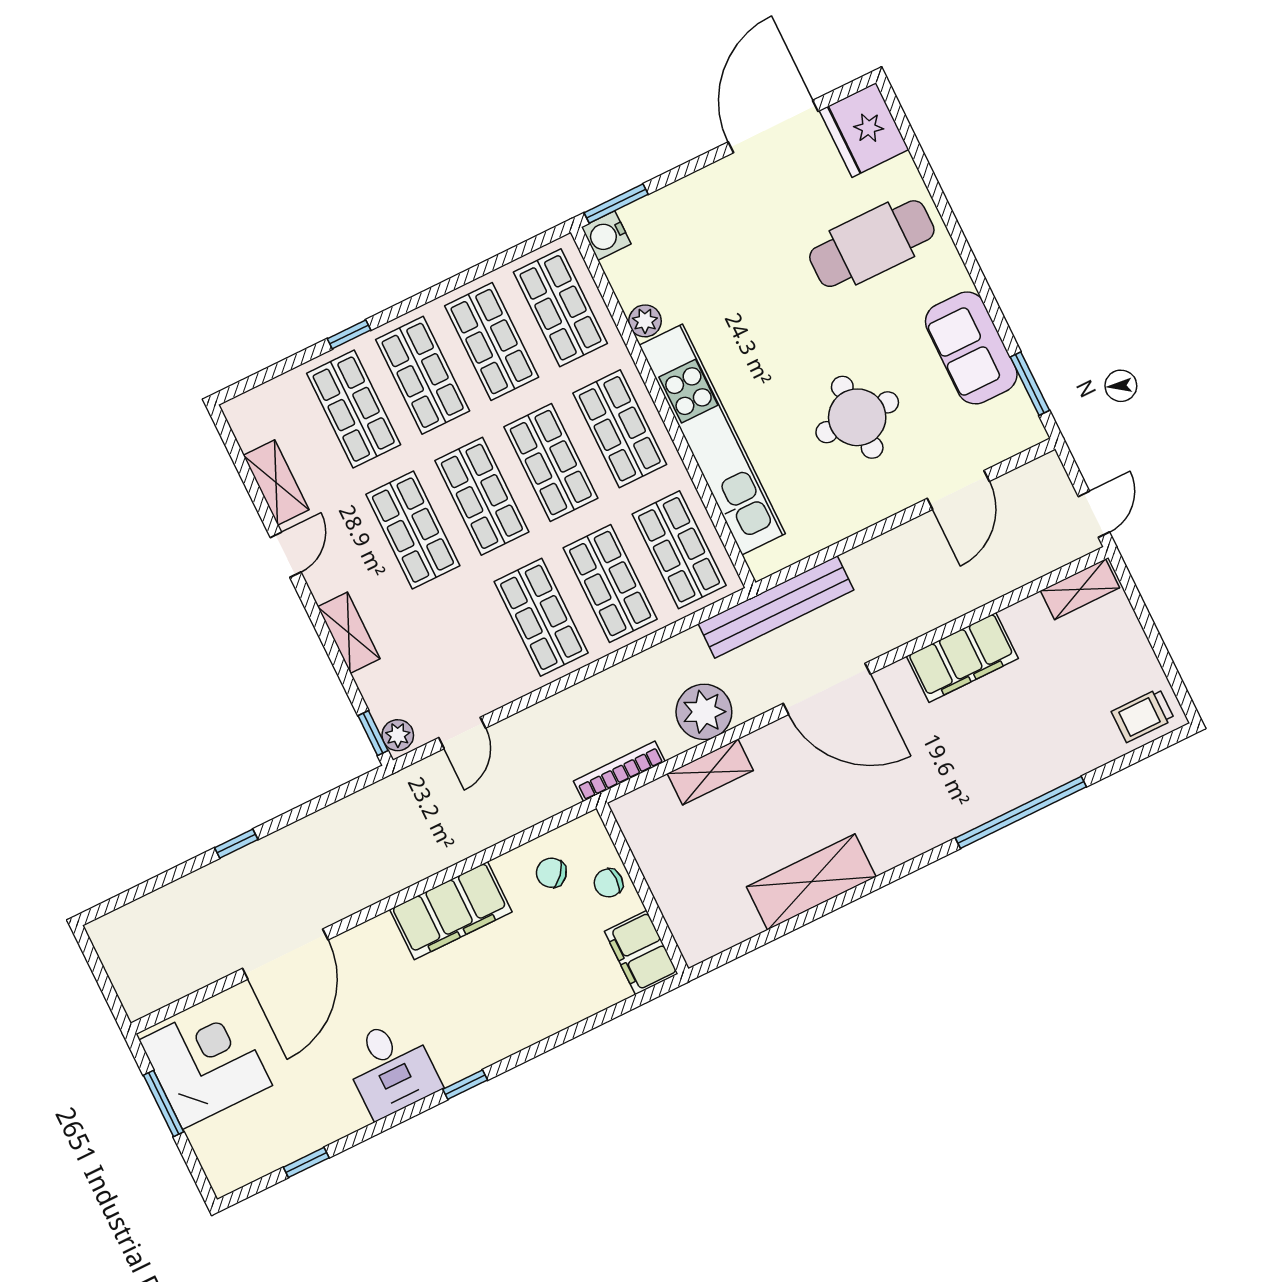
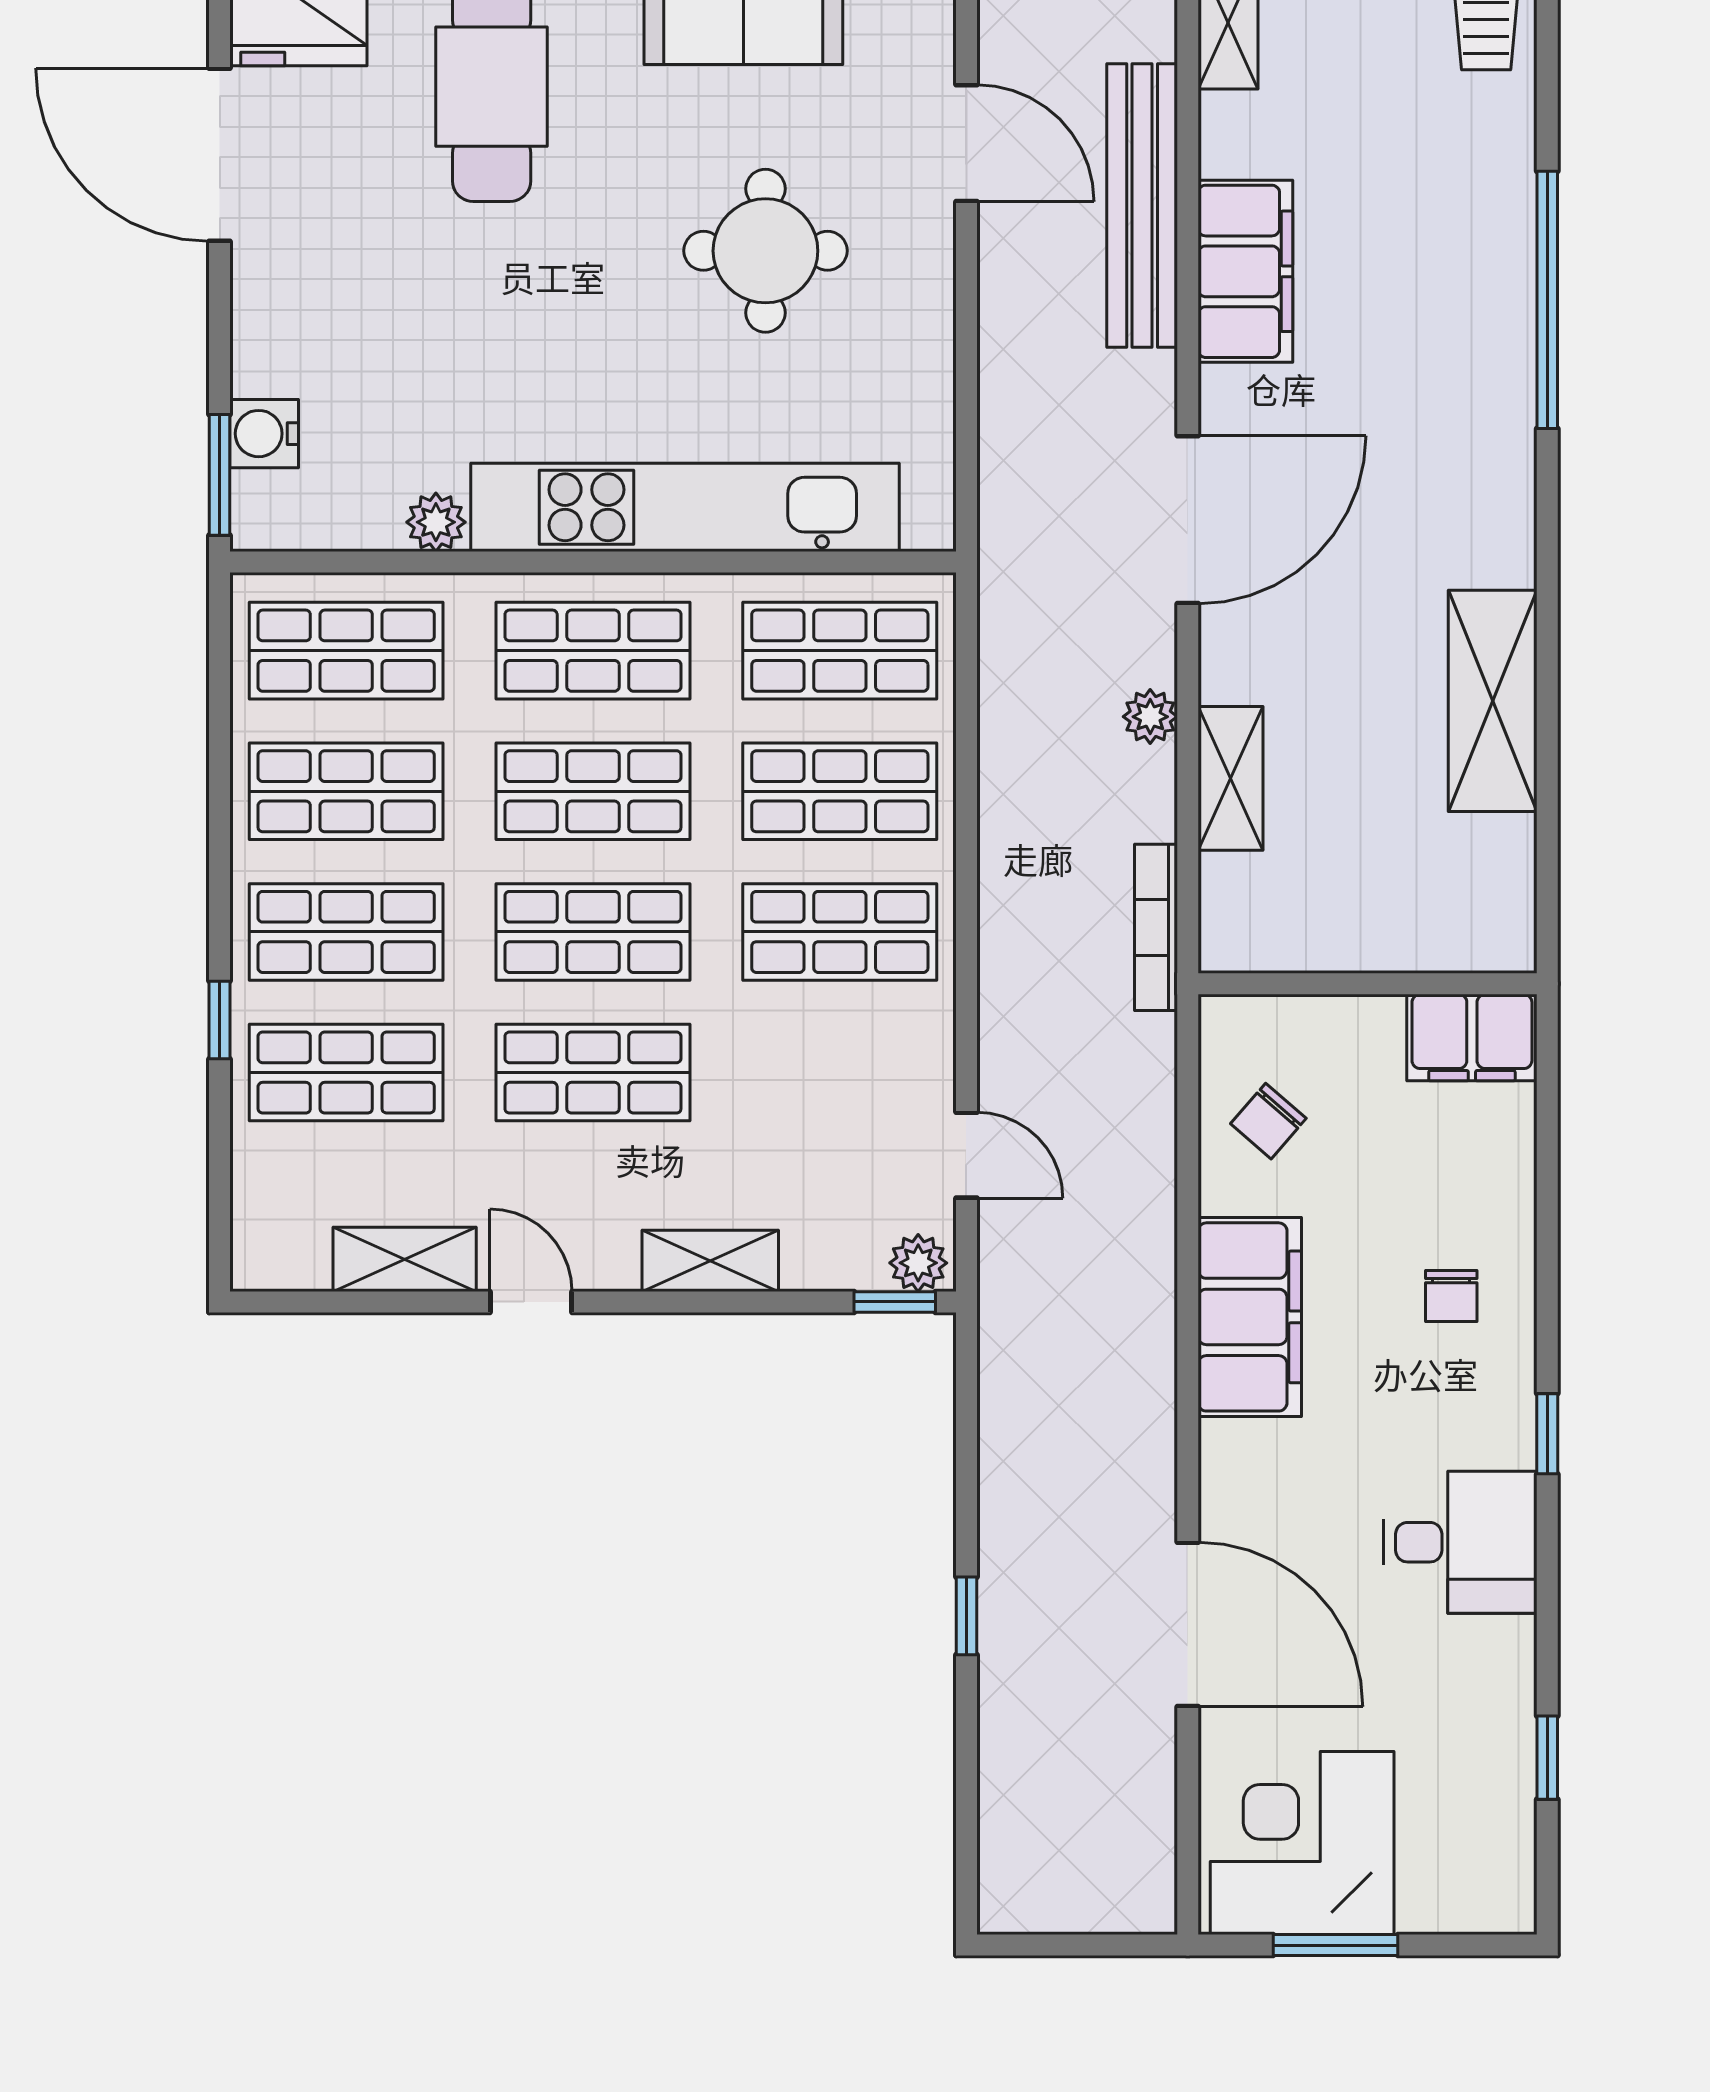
water cooler: (606, 236) -> (264, 434), moved, turned 90
bench: (776, 607) -> (1142, 206), moved
plant: (704, 712) -> (1150, 717), width x0.53, depth x0.53
chair: (608, 883) -> (1451, 1296), moved

